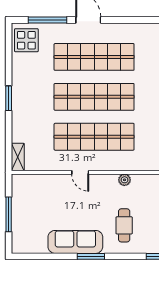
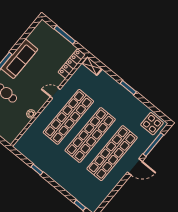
locker: (34, 181) -> (72, 64), added

